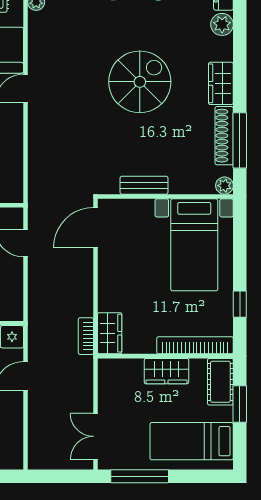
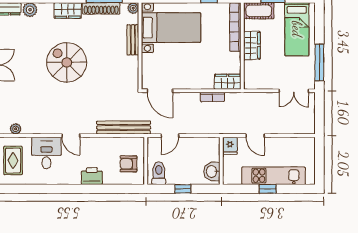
bench: (38, 171) -> (124, 128), added
bench: (144, 185) -> (133, 40), moved
bookcase: (86, 336) -> (212, 97), moved

